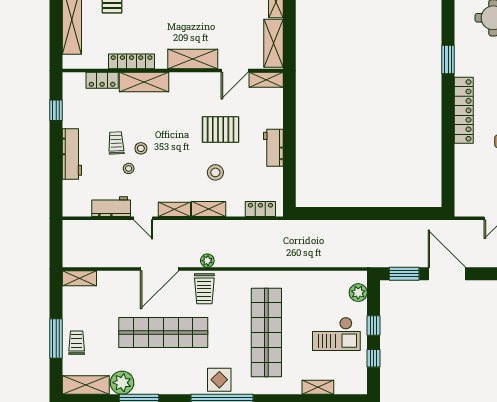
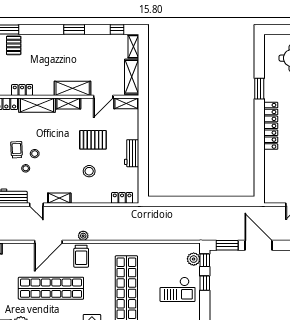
locker: (132, 61) -> (22, 90), width x0.66
shelving: (209, 209) -> (68, 103), moved
window: (373, 358) -> (205, 260), moved

